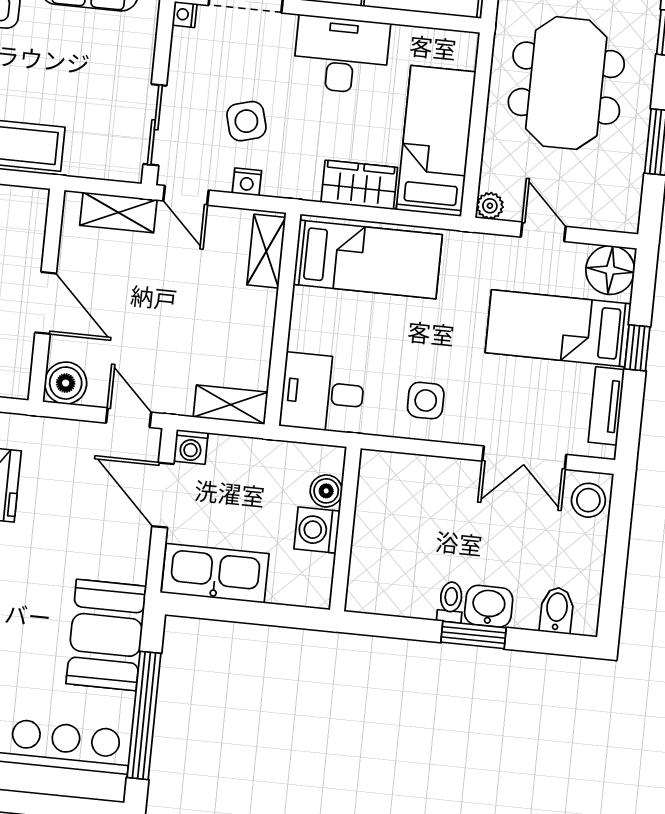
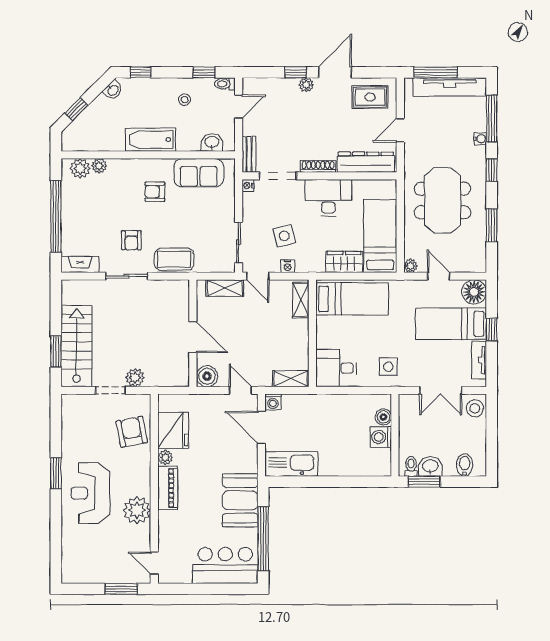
boiler: (326, 491) -> (383, 417), moved
wall: (345, 529) -> (395, 435), moved
washing machine: (317, 530) -> (381, 437), moved

